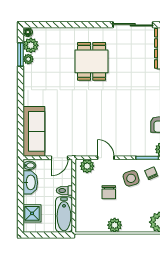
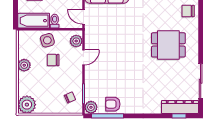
chair: (53, 39) -> (188, 11), added
side table: (131, 178) -> (47, 40), moved

